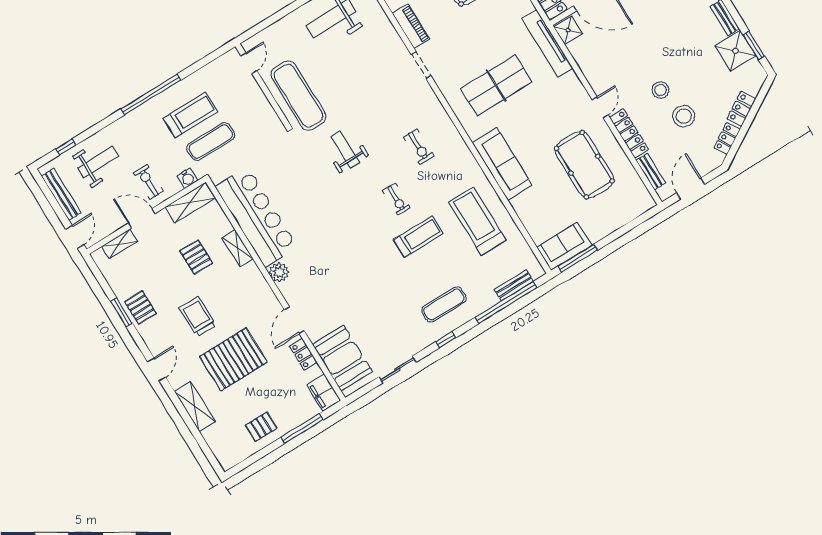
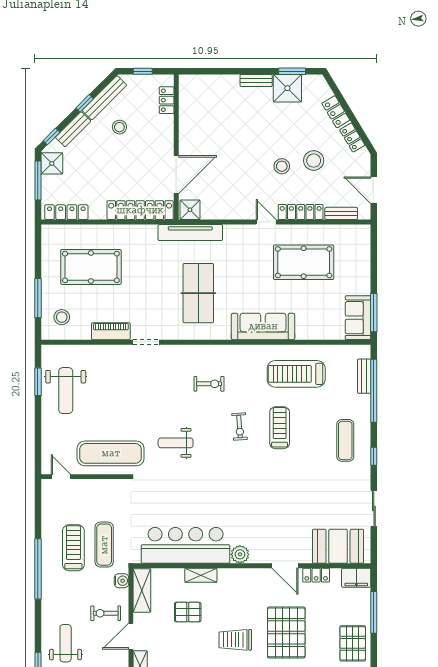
exercise bike: (397, 199) -> (240, 427), turned 86
pallet: (261, 427) -> (353, 643), width x1.50, depth x1.42

